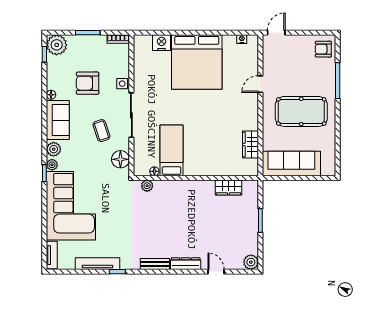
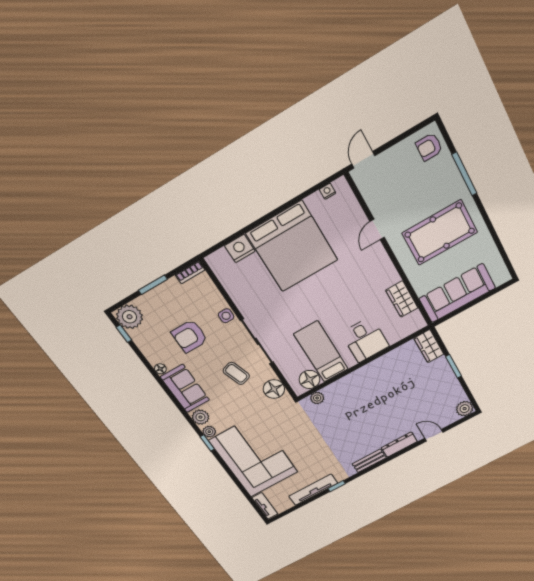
desk: (208, 160) -> (365, 340), added
floor lamp: (154, 171) -> (309, 379), width x1.89, depth x1.89
wardrobe: (228, 188) -> (429, 346), moved, turned 90

